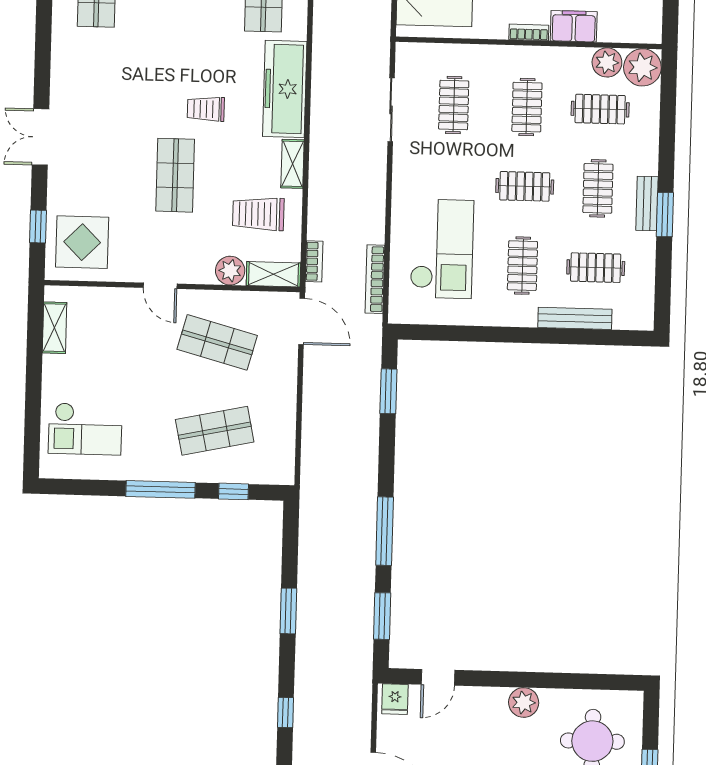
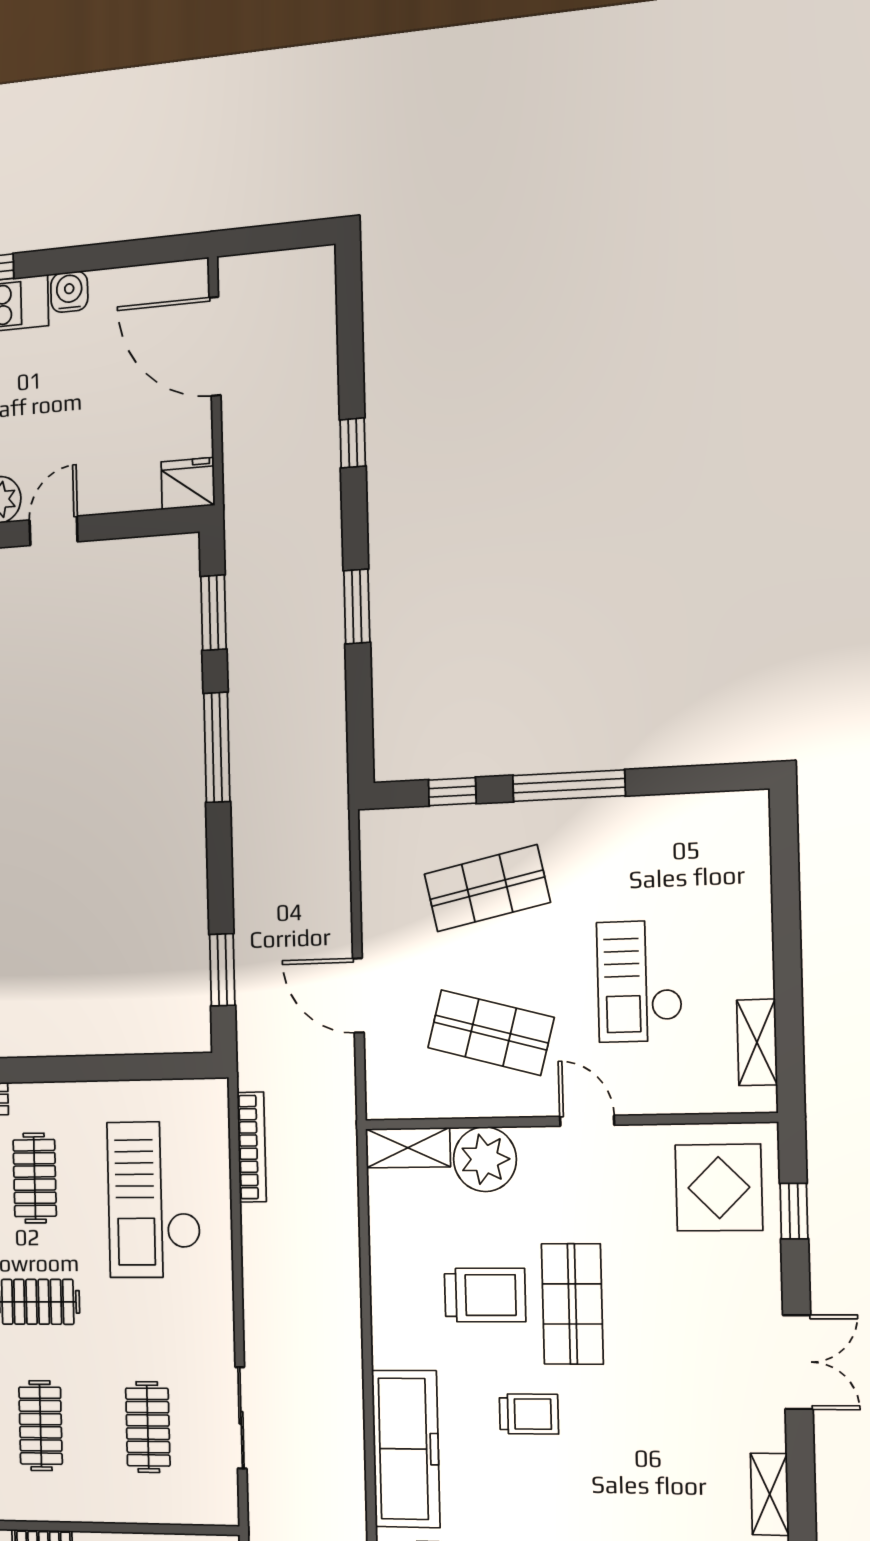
shelving: (292, 164) -> (770, 1494), moved
trolley: (258, 214) -> (485, 1295), moved
bookcase: (314, 261) -> (346, 1171), removed
plant: (230, 271) -> (485, 1159), width x1.36, depth x1.36
door: (302, 321) -> (358, 995), moved
checkout: (85, 429) -> (639, 981), moved, turned -90
door: (438, 677) -> (54, 531), moved
fridge: (395, 699) -> (188, 483), width x1.38

